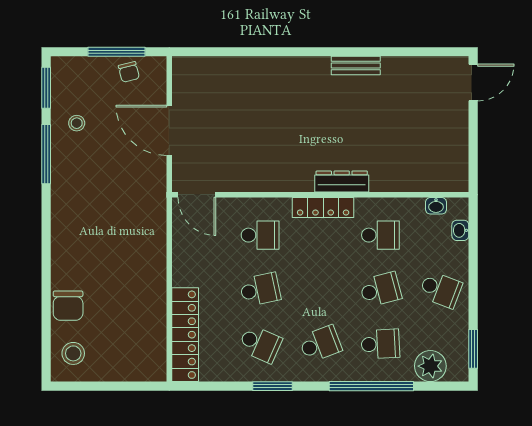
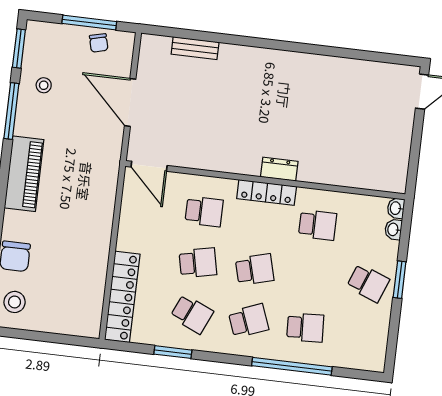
bench: (356, 65) -> (195, 48), moved
dresser: (342, 182) -> (279, 169), width x0.70
washbasin: (436, 206) -> (396, 208), moved, turned 90
piano: (67, 218) -> (24, 174), added
school desk: (380, 290) -> (255, 270), moved
window: (473, 349) -> (400, 280), moved
plant: (430, 366) -> (350, 354), removed
window: (272, 386) -> (173, 352), moved

